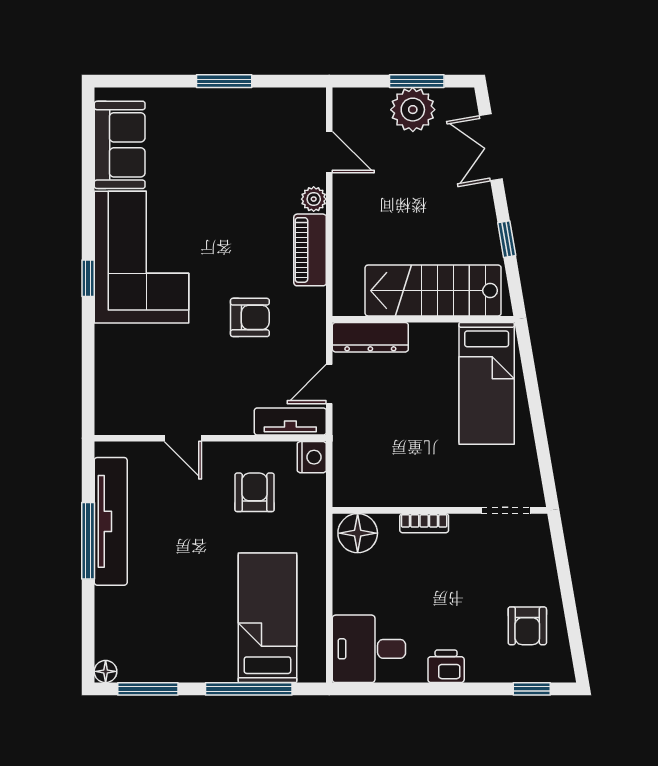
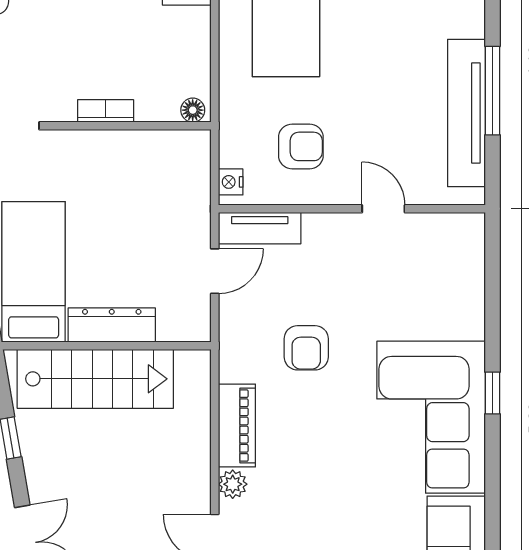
armchair: (250, 317) -> (306, 348), turned -90
dresser: (370, 337) -> (112, 325), moved
nightstand: (312, 457) -> (231, 182), width x0.72, depth x0.74
armchair: (255, 492) -> (301, 146), turned -90
floor lamp: (358, 533) -> (193, 110), width x0.53, depth x0.53

